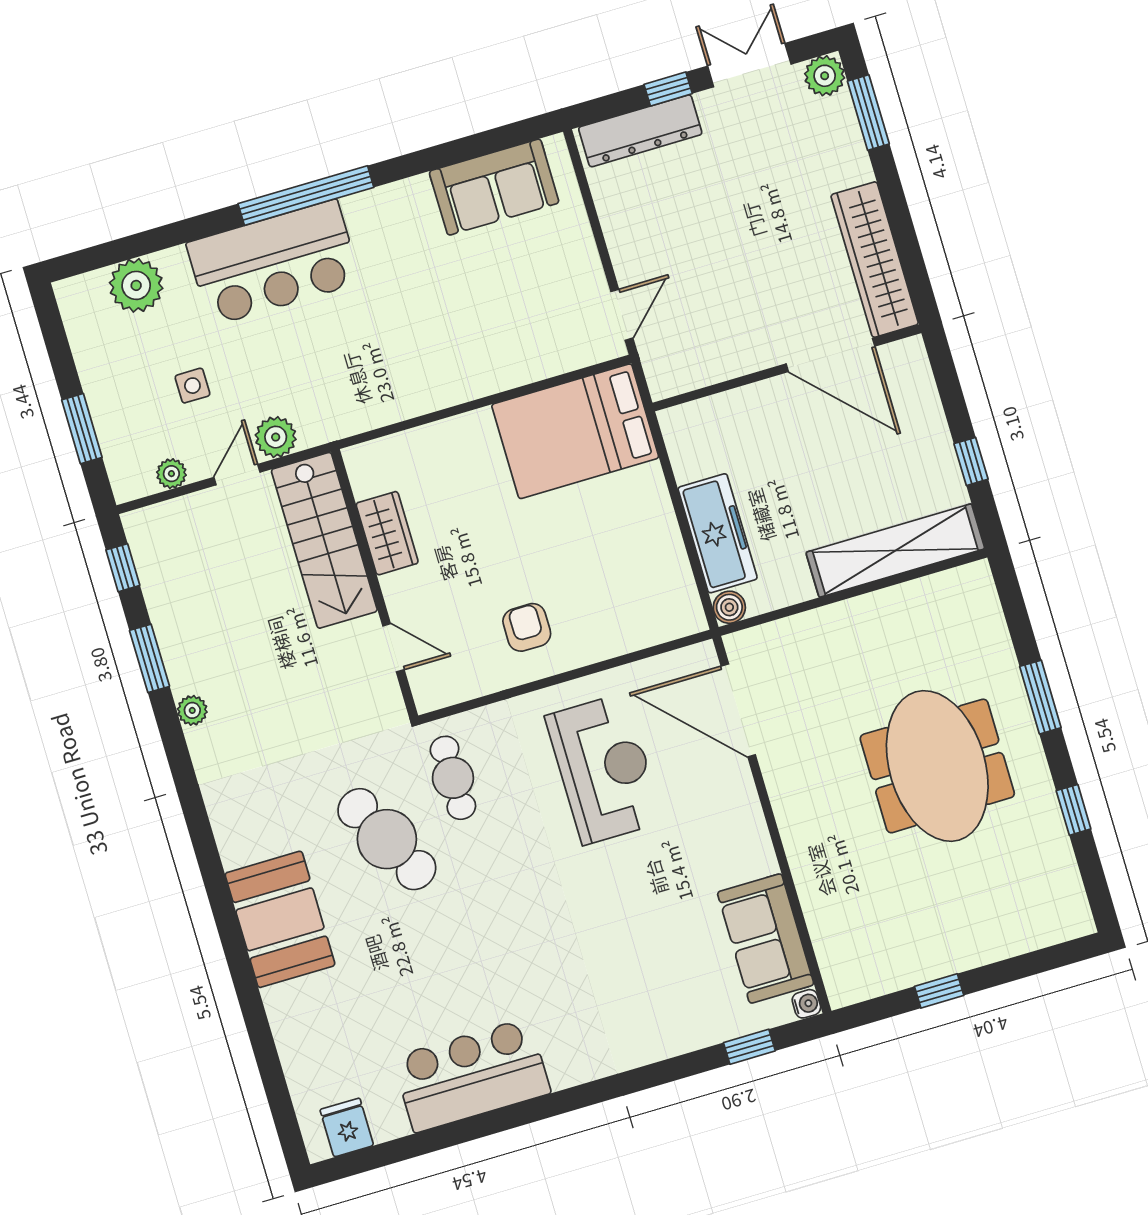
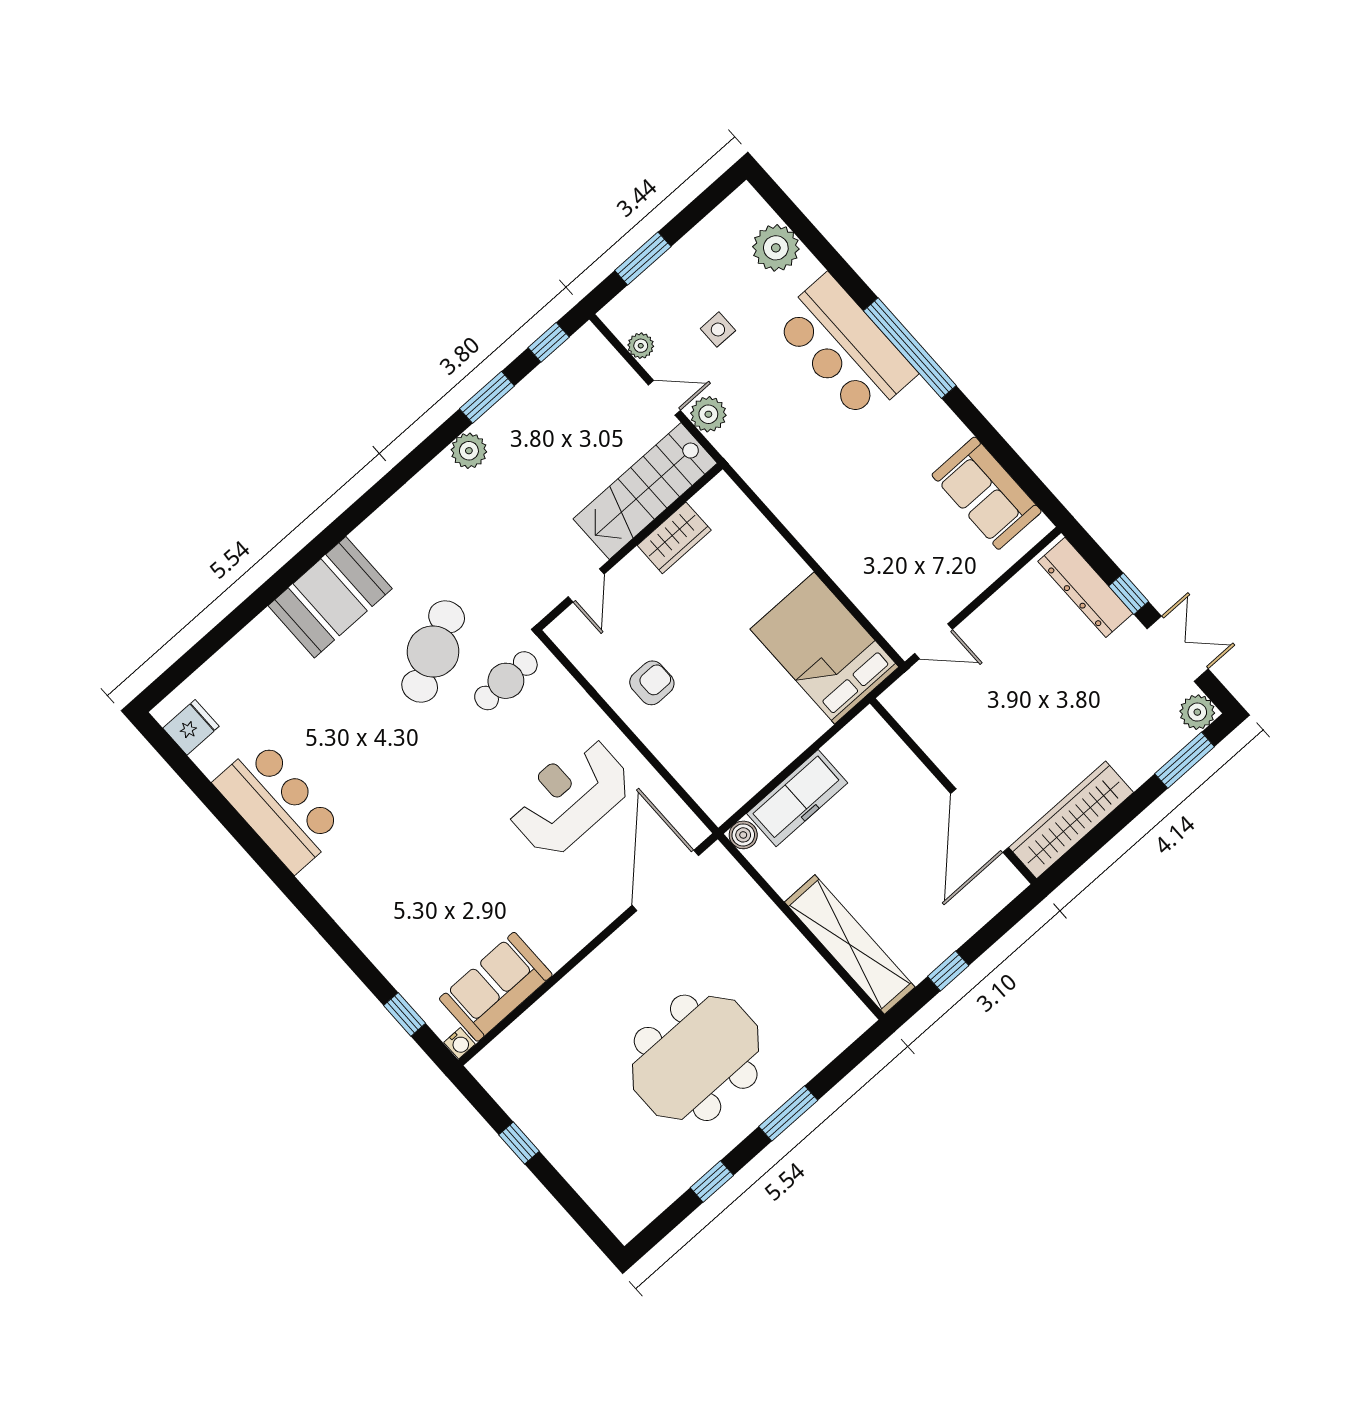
plant: (192, 710) -> (469, 451), width x1.38, depth x1.38
reception desk: (604, 769) -> (569, 797), turned 180

